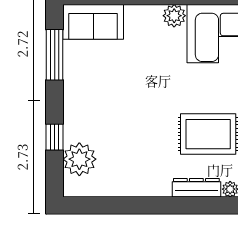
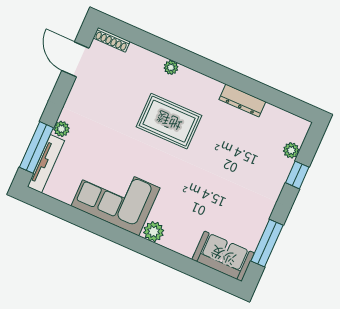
plant: (79, 159) -> (291, 150), width x0.53, depth x0.53
dresser: (196, 188) -> (242, 101), moved

